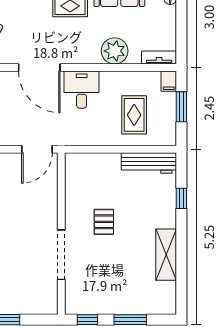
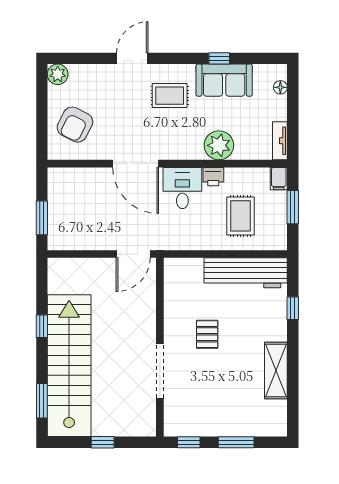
tv unit: (159, 58) -> (280, 141), moved, turned -90
printer: (110, 79) -> (213, 177), added
workbench: (149, 163) -> (246, 273), width x1.36, depth x1.32

